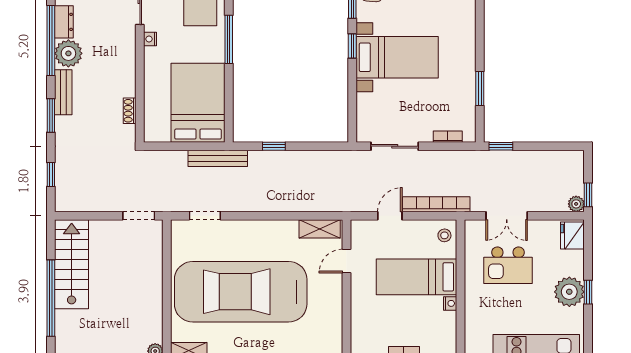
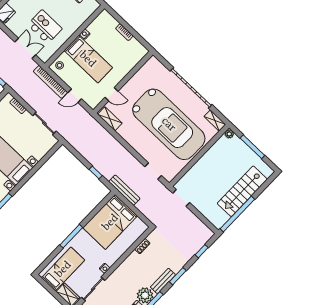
window: (352, 46) -> (22, 183), removed
stairs: (72, 264) -> (242, 191), moved
window: (51, 298) -> (237, 214), moved

